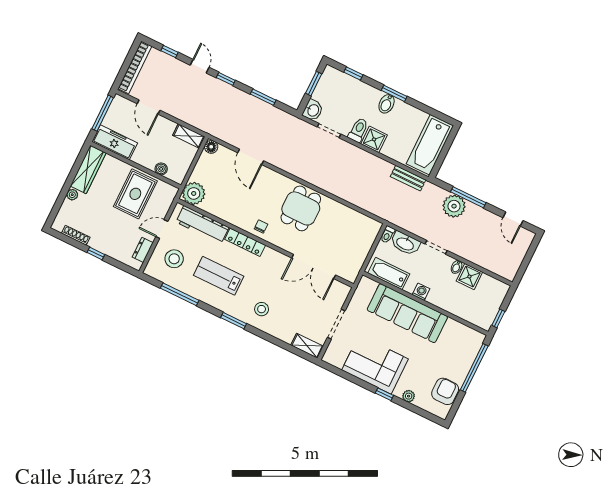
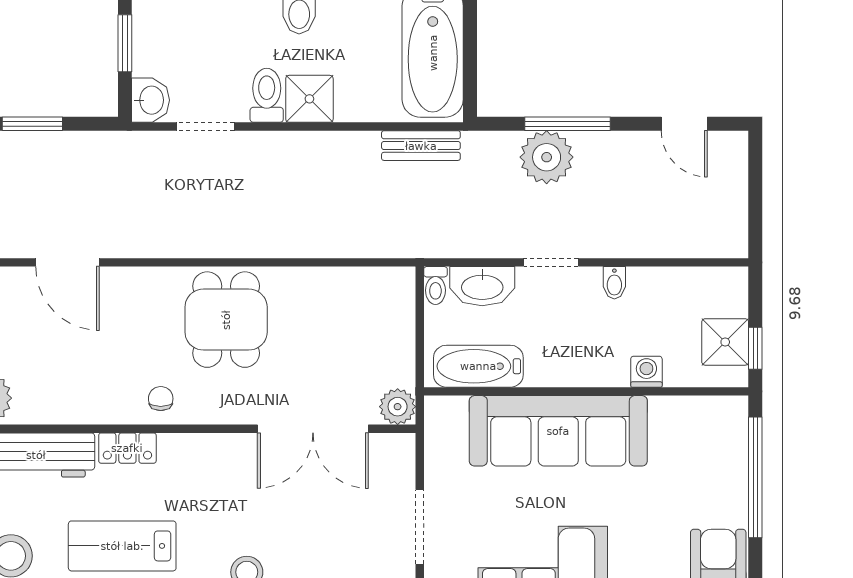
locker: (245, 242) -> (127, 448), width x0.66
plant: (350, 274) -> (398, 407), added
shower: (469, 277) -> (725, 342), moved
washing machine: (421, 292) -> (646, 372), moved

